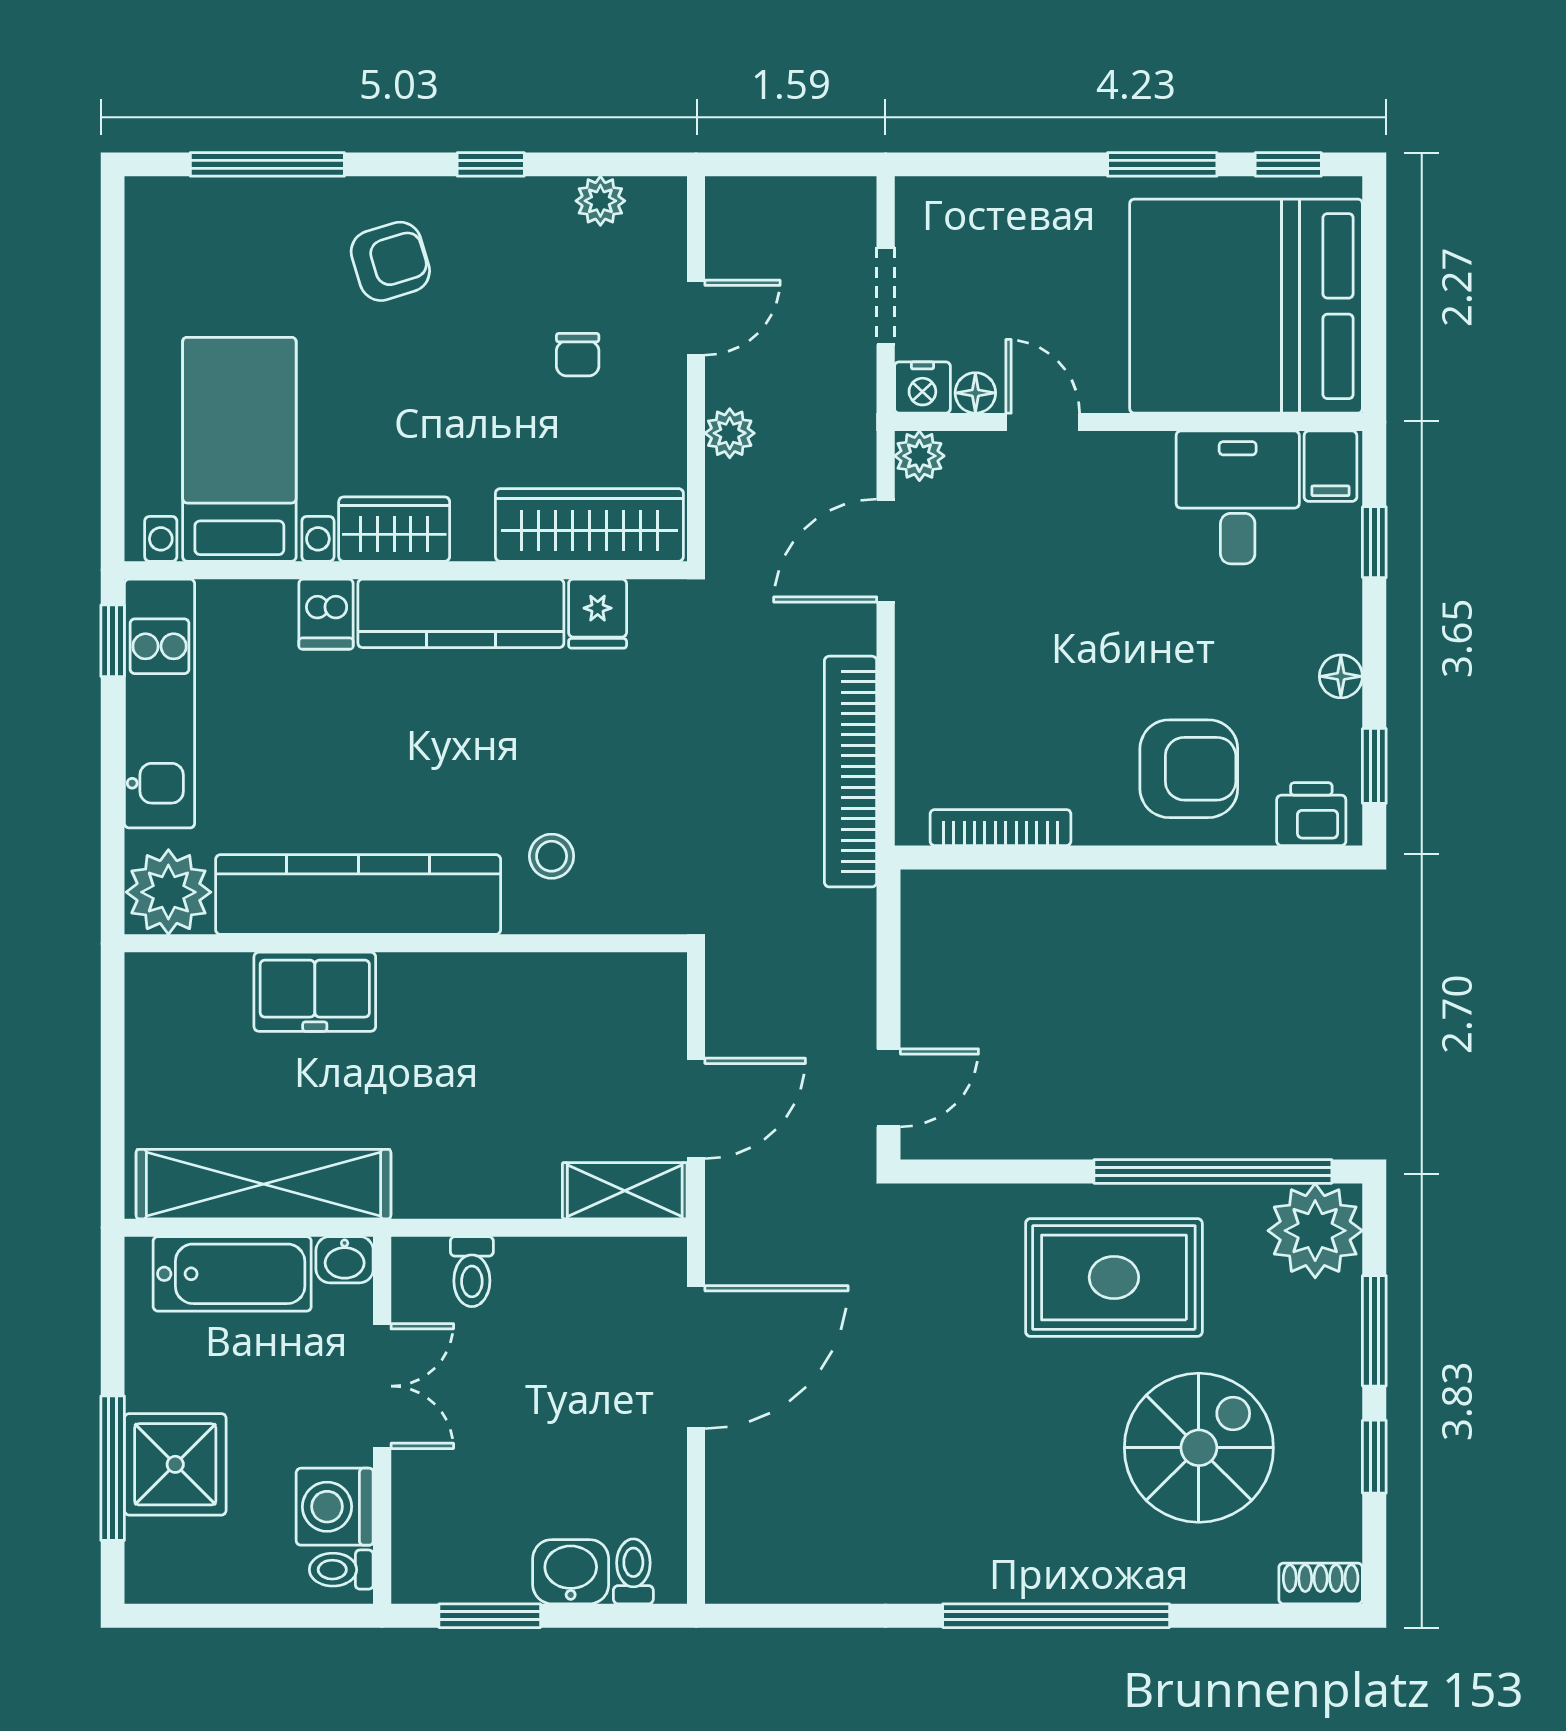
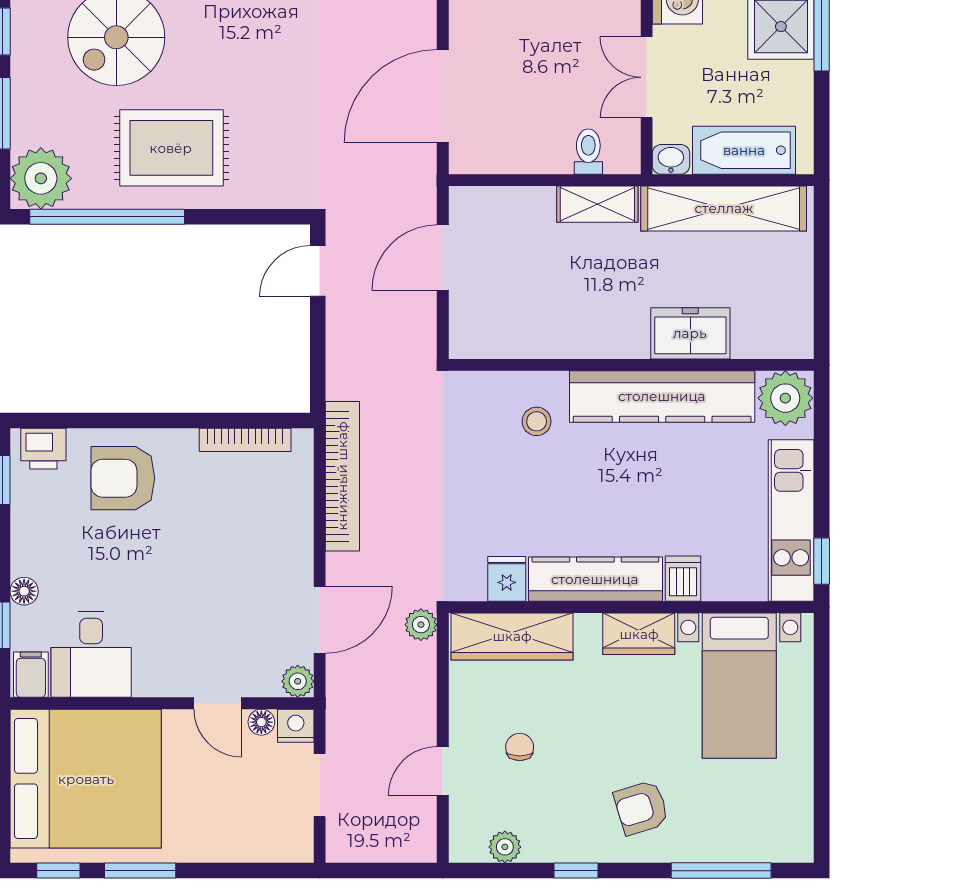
plant: (730, 433) -> (421, 625), moved
floor lamp: (1341, 676) -> (24, 591), moved
shelving: (625, 1191) -> (597, 204), moved

